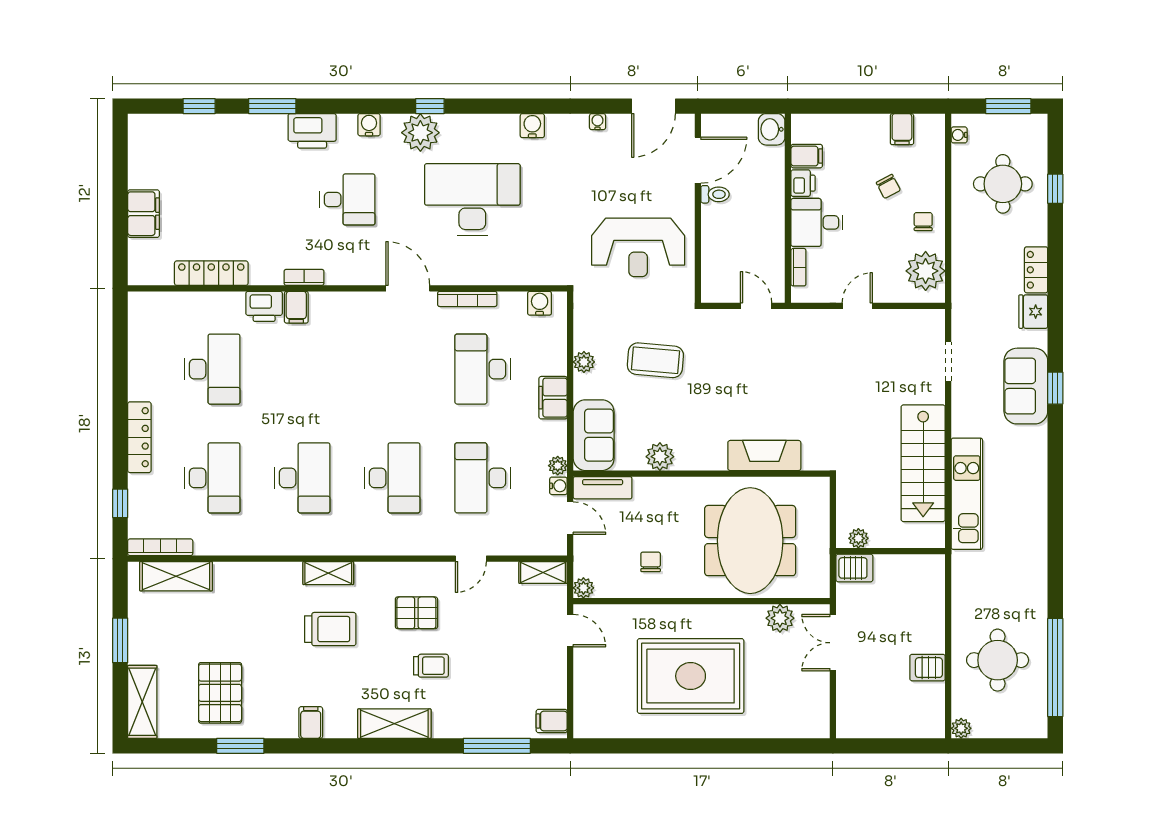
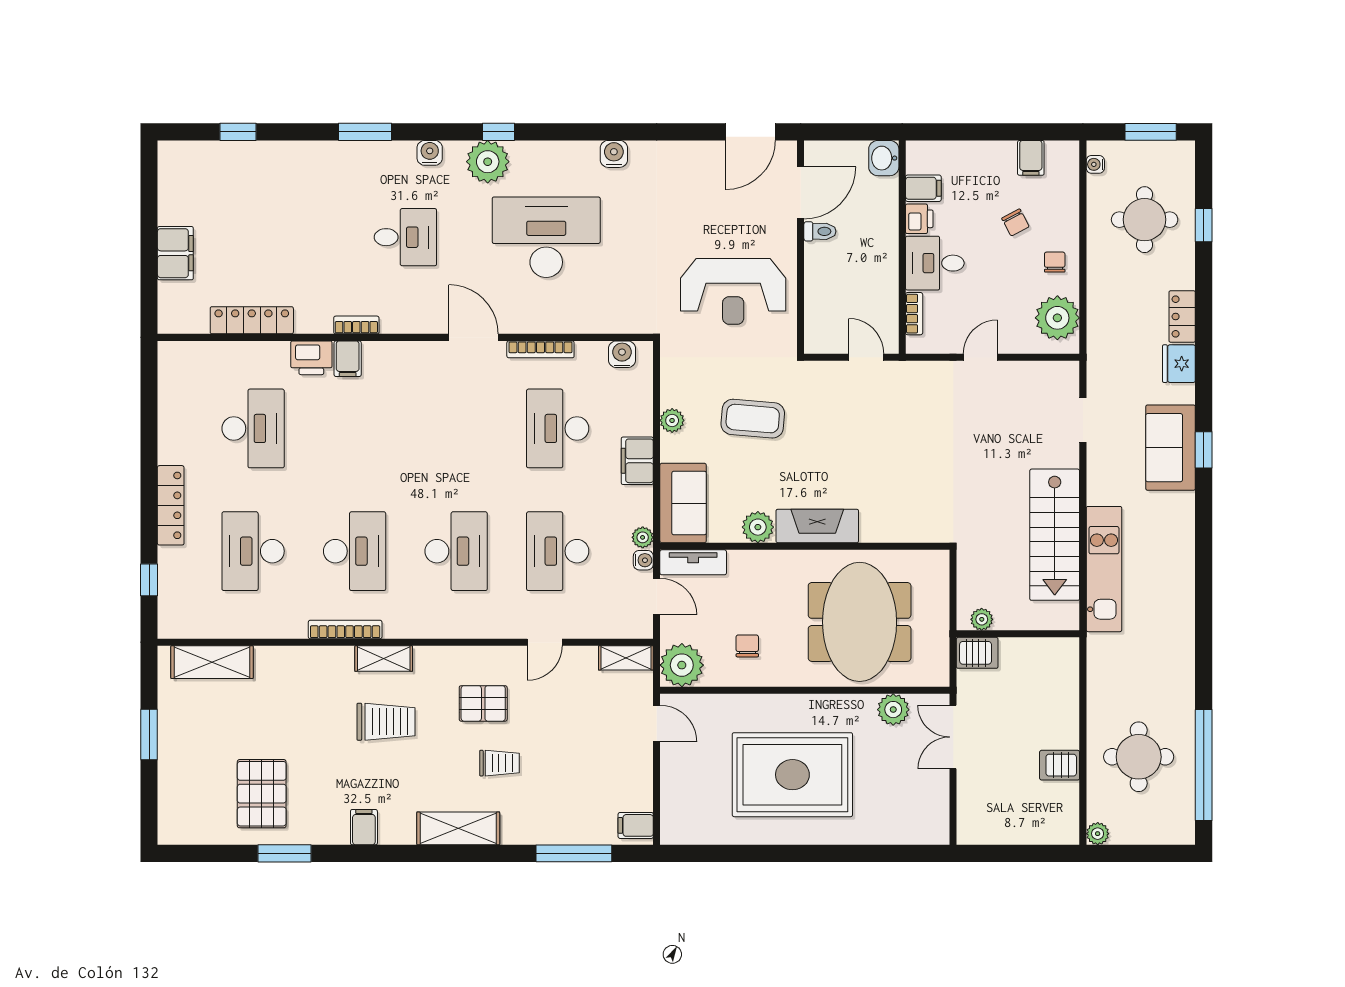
window: (272, 106) -> (365, 132), moved
water cooler: (598, 122) -> (687, 149), removed
printer: (312, 131) -> (366, 160), removed
fireplace: (764, 455) -> (817, 526), moved
desk: (212, 478) -> (253, 551), turned 180
bookcase: (160, 547) -> (345, 629), moved
plant: (583, 588) -> (682, 665), width x1.87, depth x1.87
shelving: (142, 702) -> (174, 804), removed

